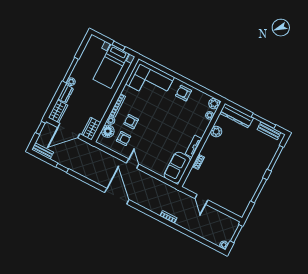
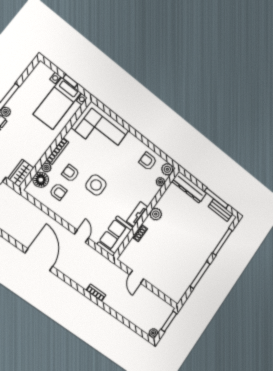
armchair: (184, 93) -> (148, 161), moved
side table: (154, 128) -> (96, 185), added
plant: (216, 132) -> (156, 214), moved
door: (133, 164) -> (81, 236), moved

